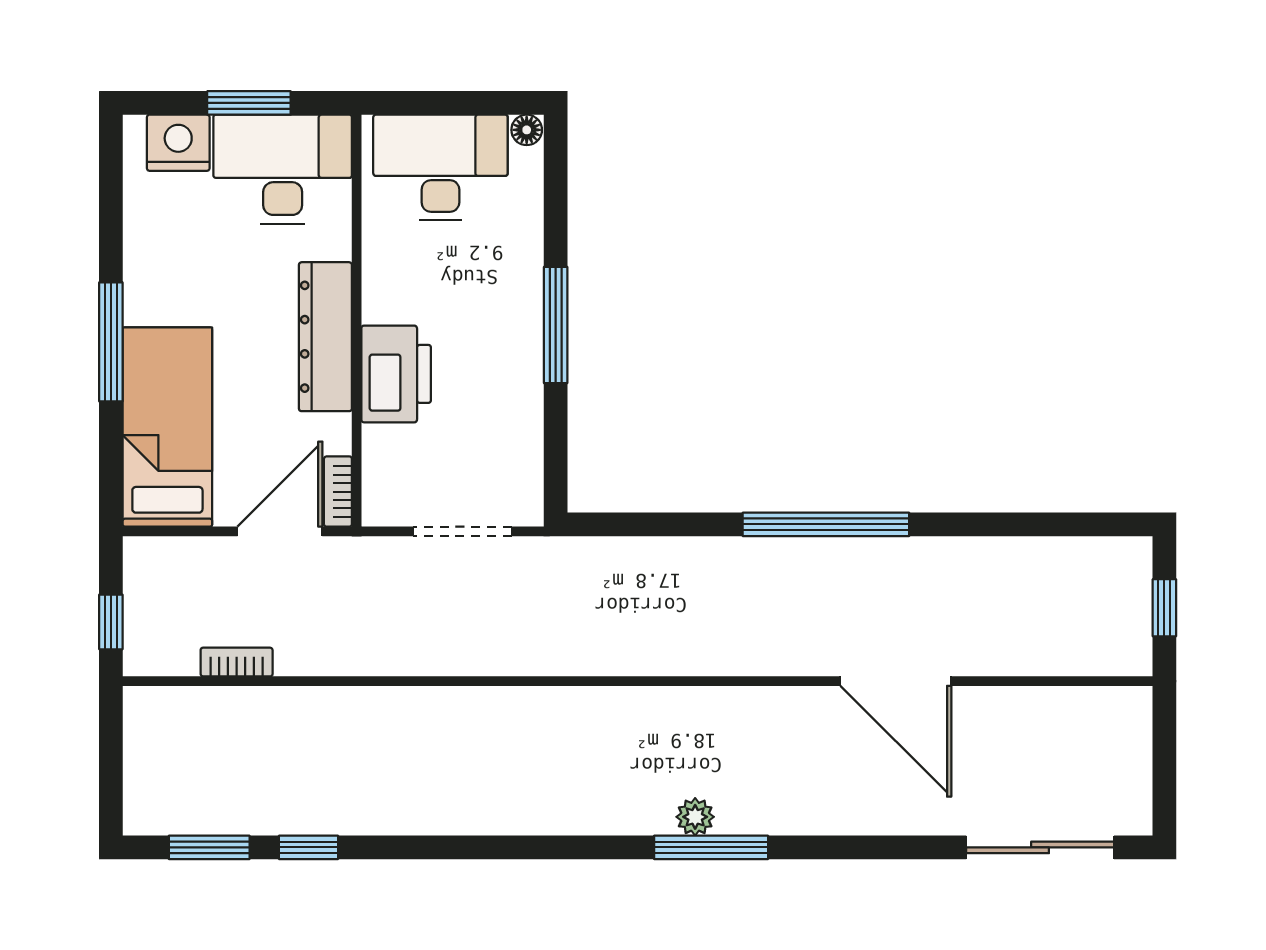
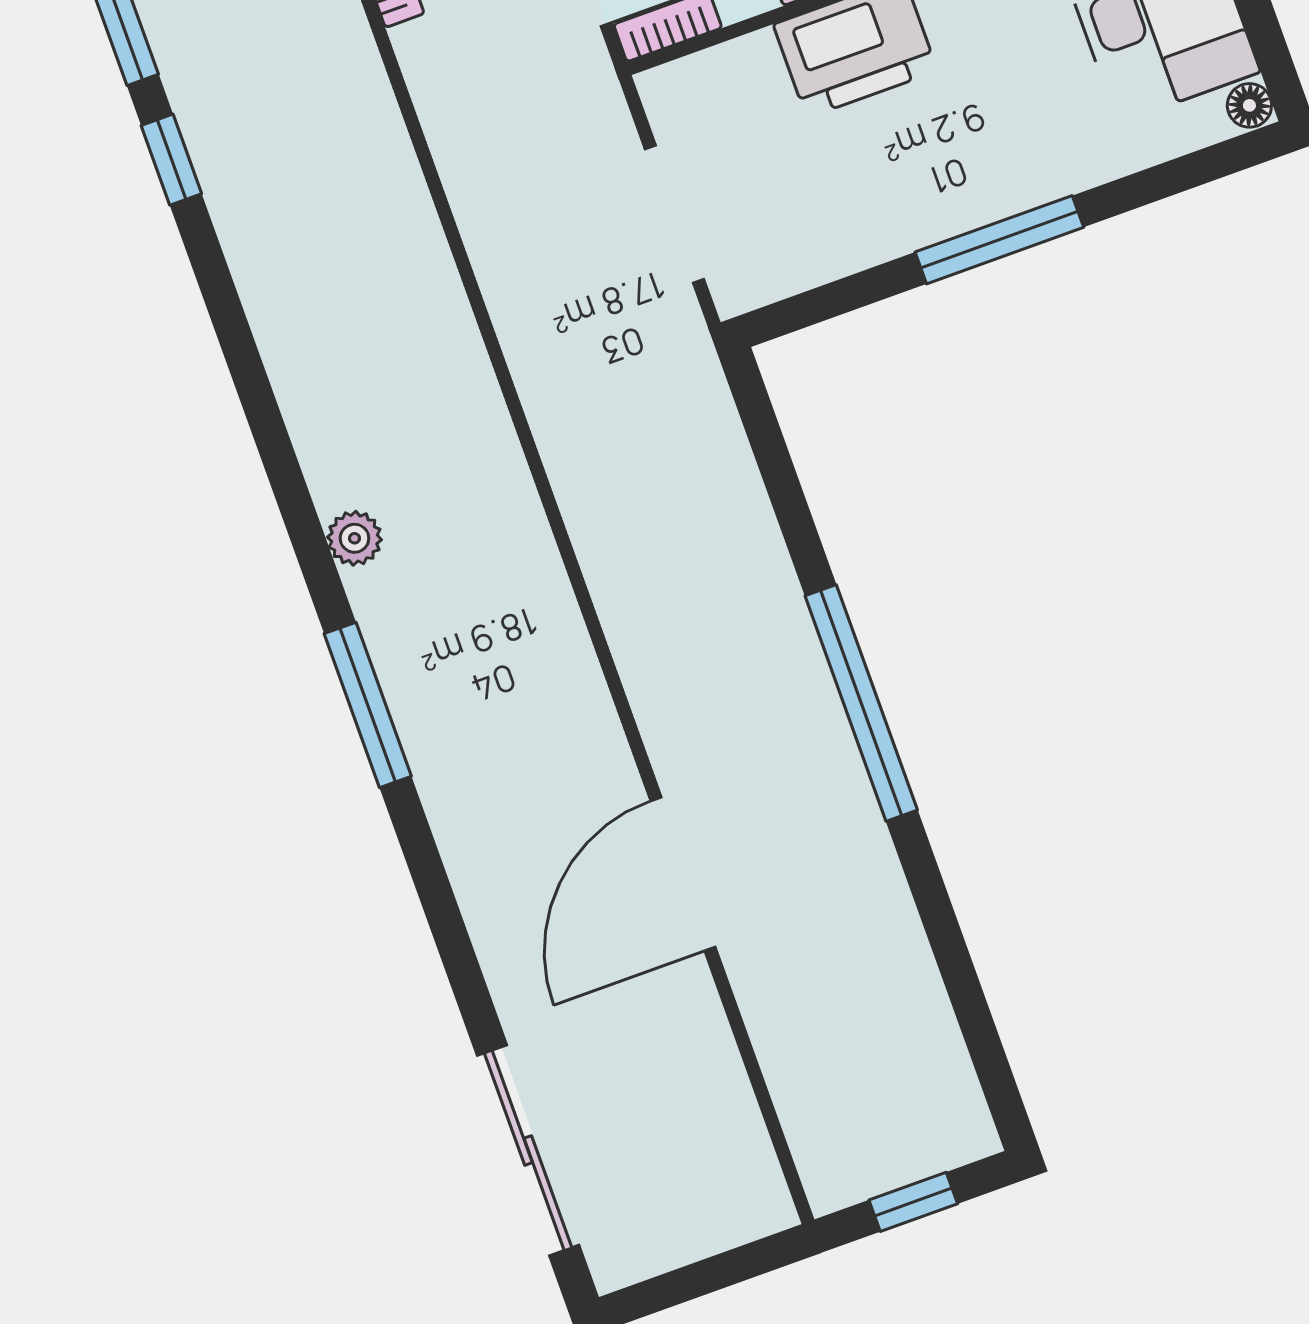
plant: (695, 817) -> (354, 538), moved

